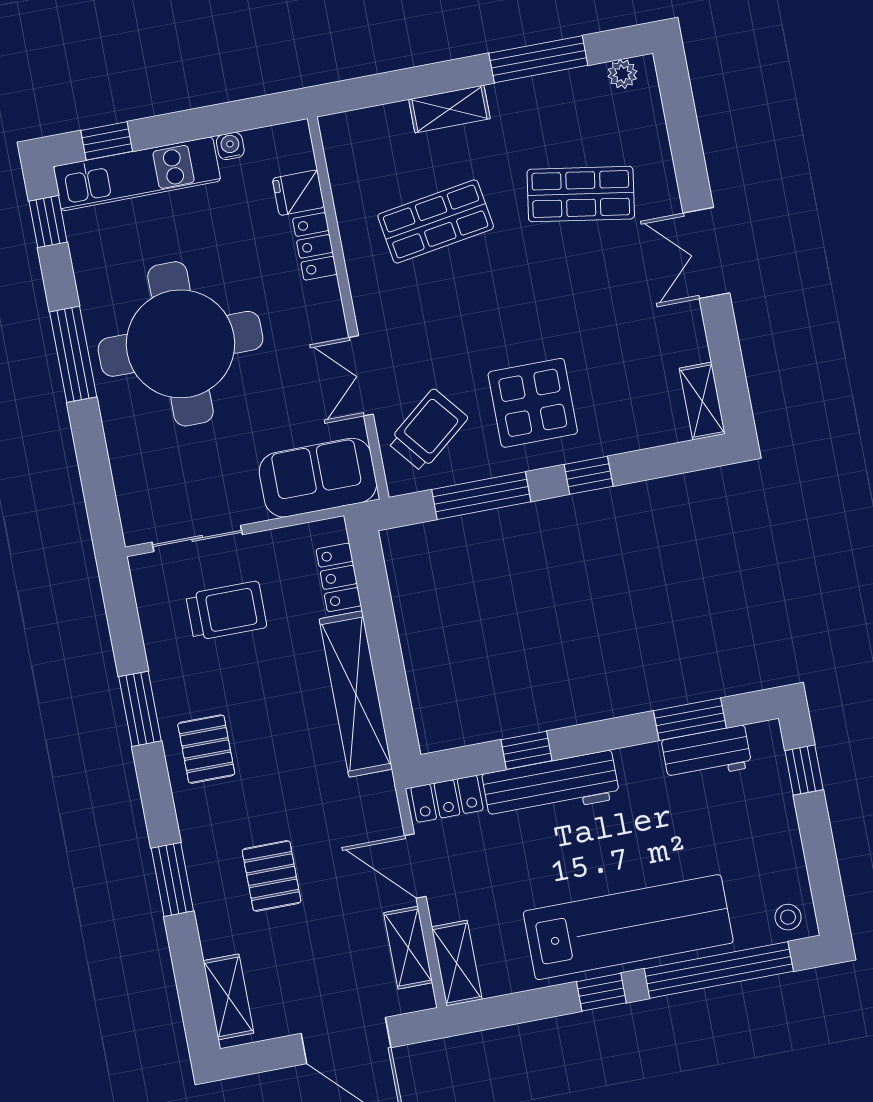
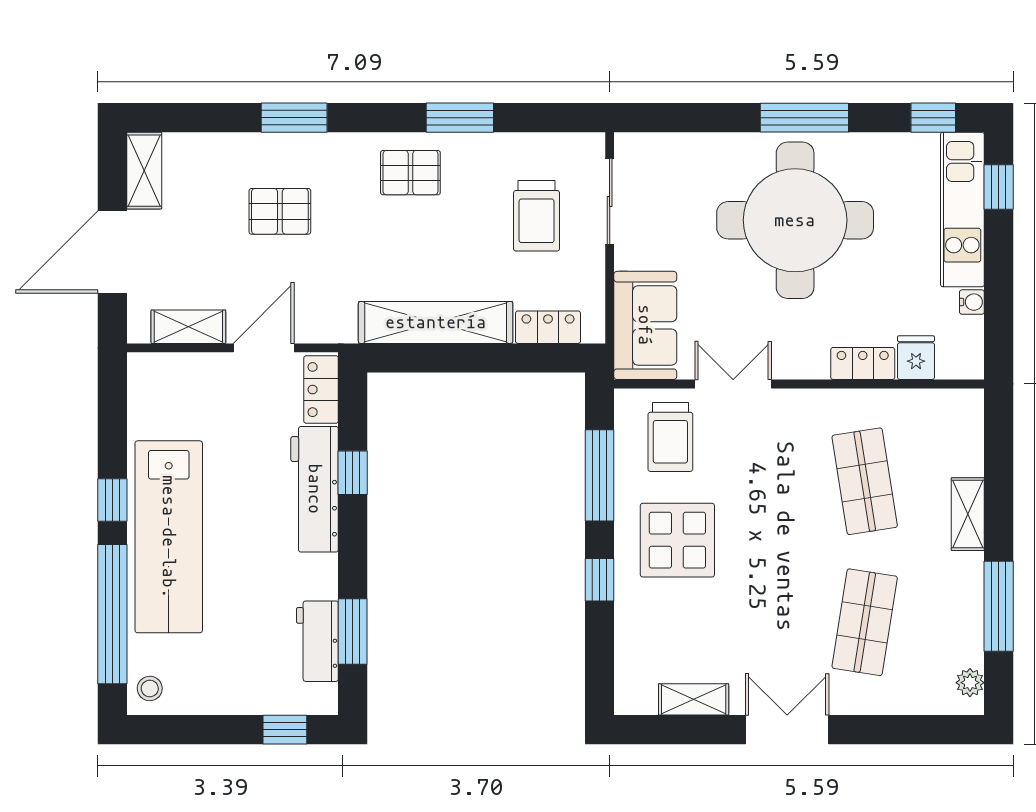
shelving: (702, 401) -> (694, 699), moved
trolley: (428, 430) -> (670, 437), turned 39
shelving: (457, 963) -> (165, 370), removed
shelving: (228, 997) -> (144, 171), moved, turned 90

